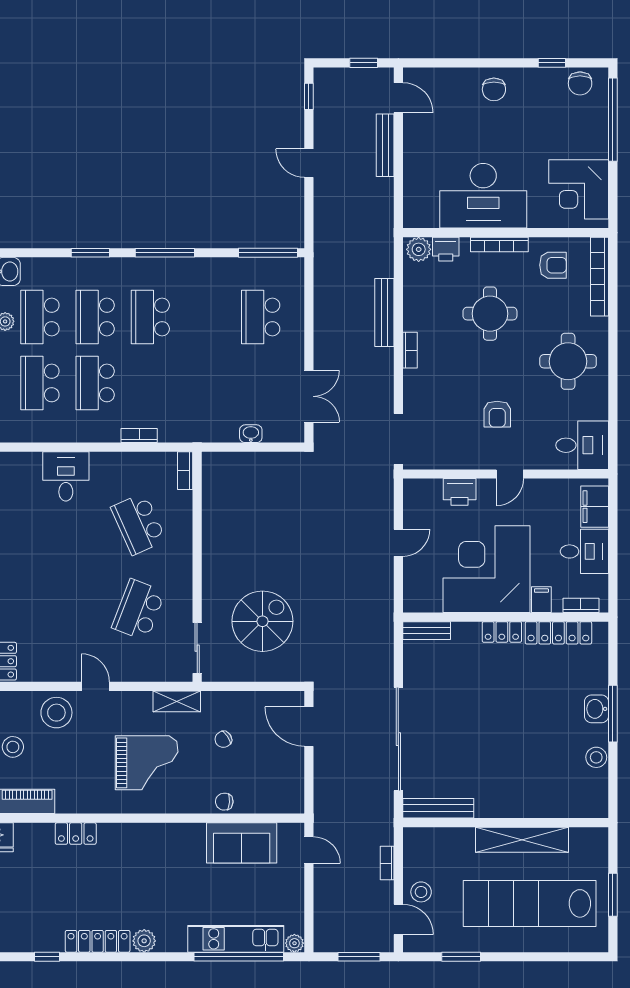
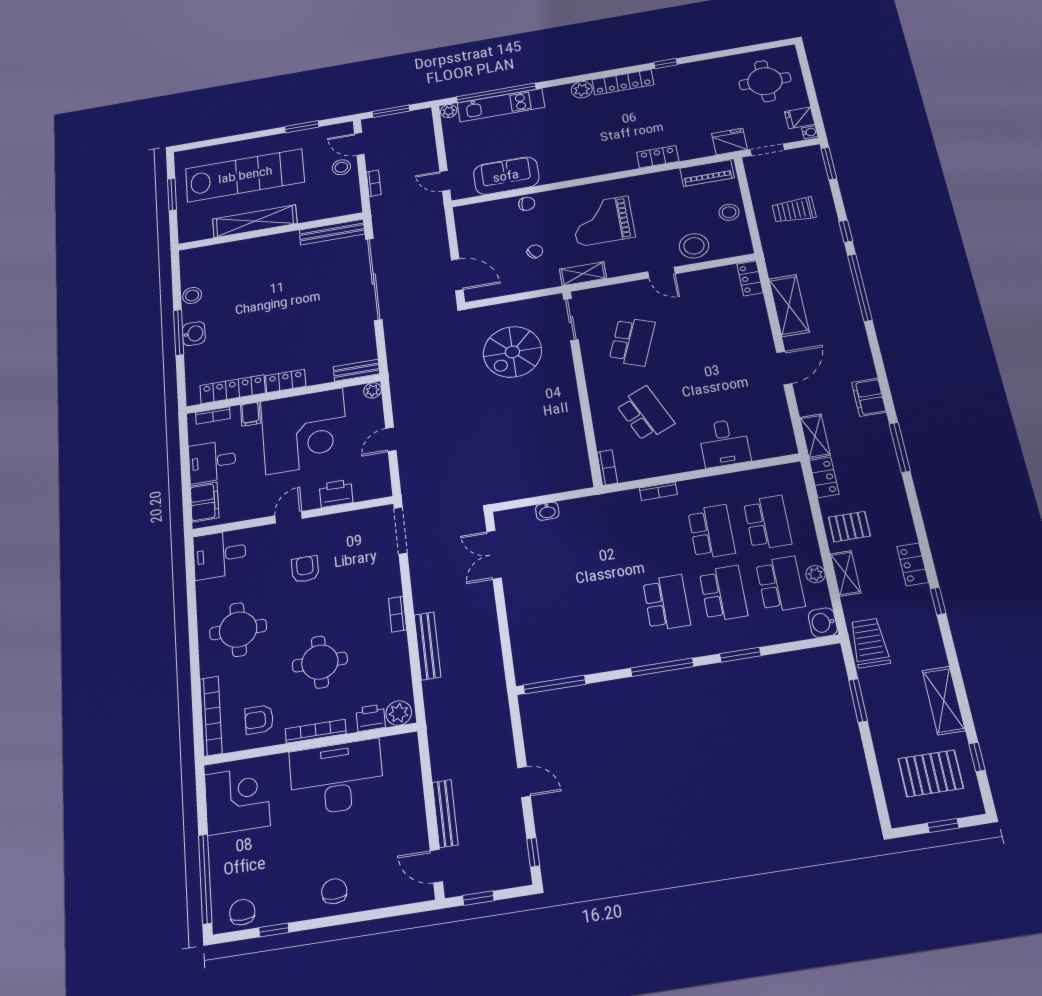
school desk: (261, 317) -> (553, 621), removed
plant: (412, 603) -> (372, 390), added

